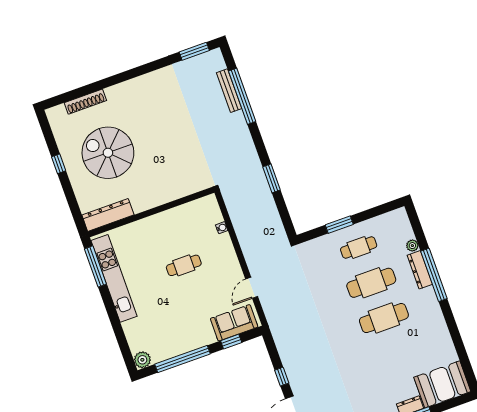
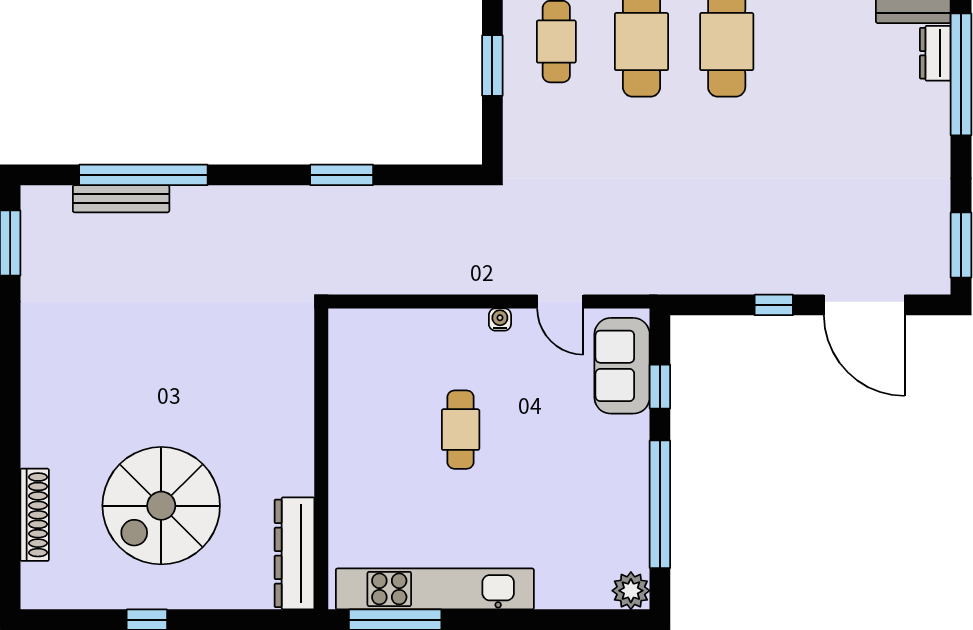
water cooler: (222, 228) -> (500, 320), moved

